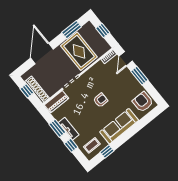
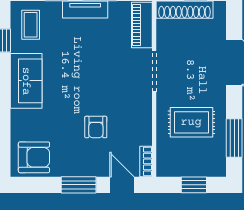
rug: (79, 51) -> (191, 122), width x0.73, depth x0.70
armchair: (100, 100) -> (96, 127), moved
sofa: (119, 126) -> (26, 81), width x0.73

